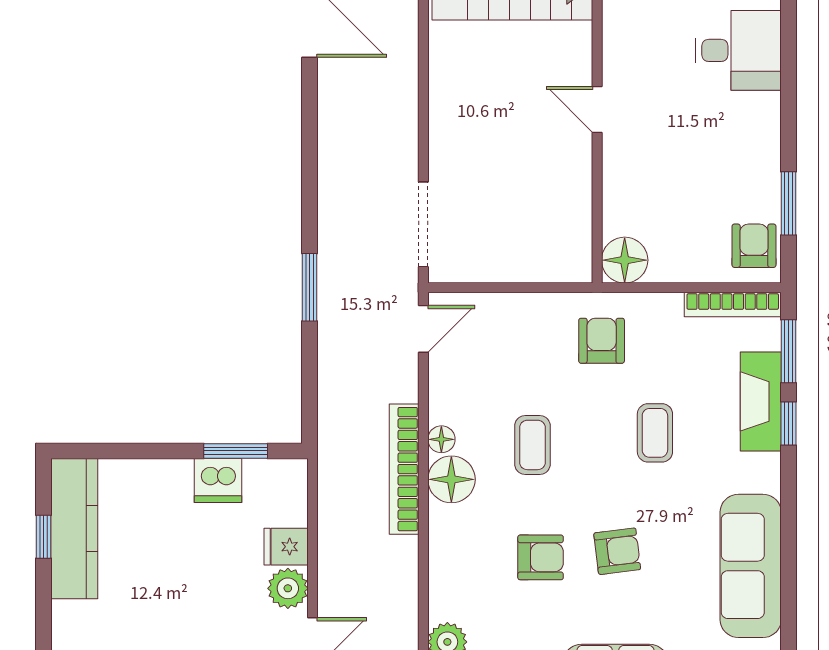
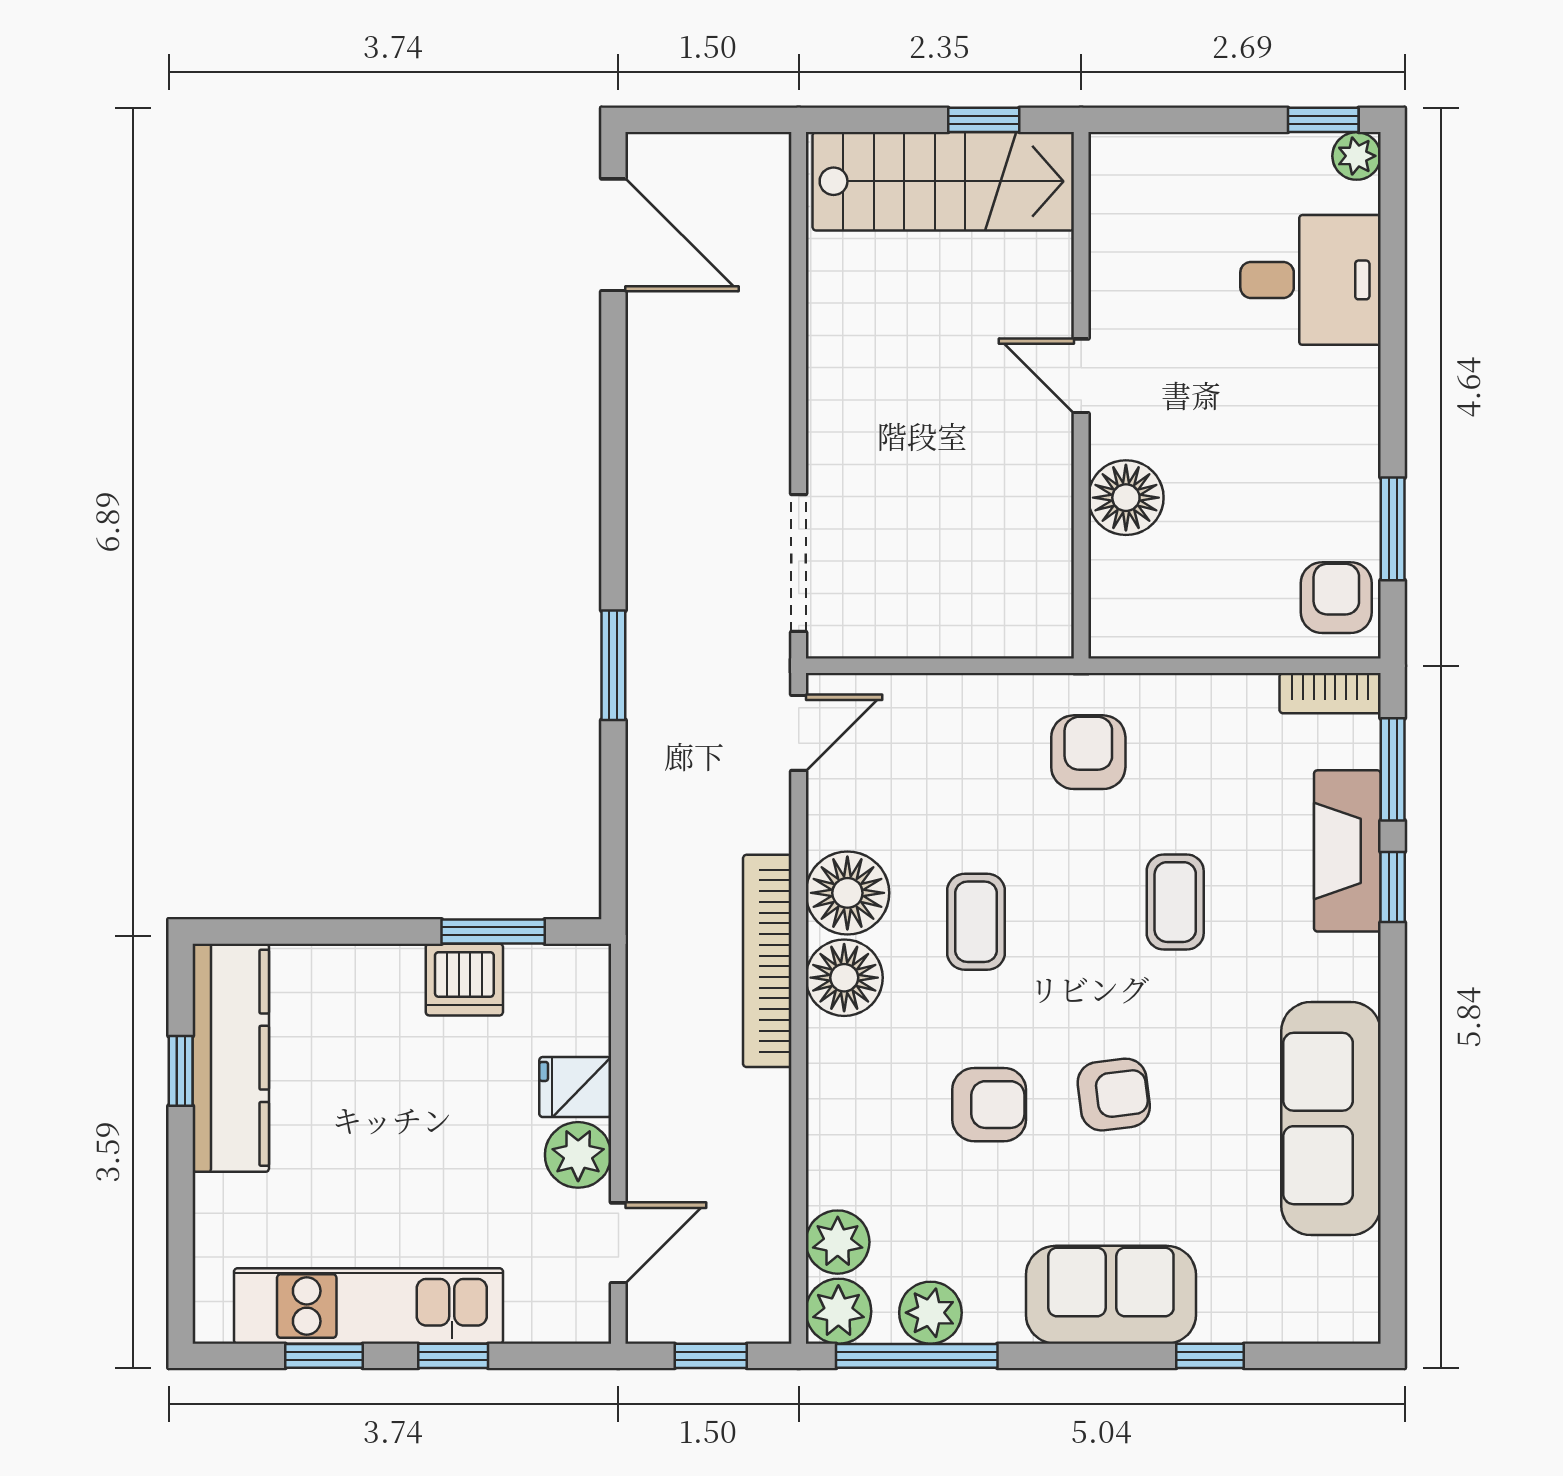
floor lamp: (625, 260) -> (1126, 498), moved
bookcase: (733, 304) -> (1330, 693), width x0.64
floor lamp: (441, 439) -> (847, 893), width x1.89, depth x1.89

